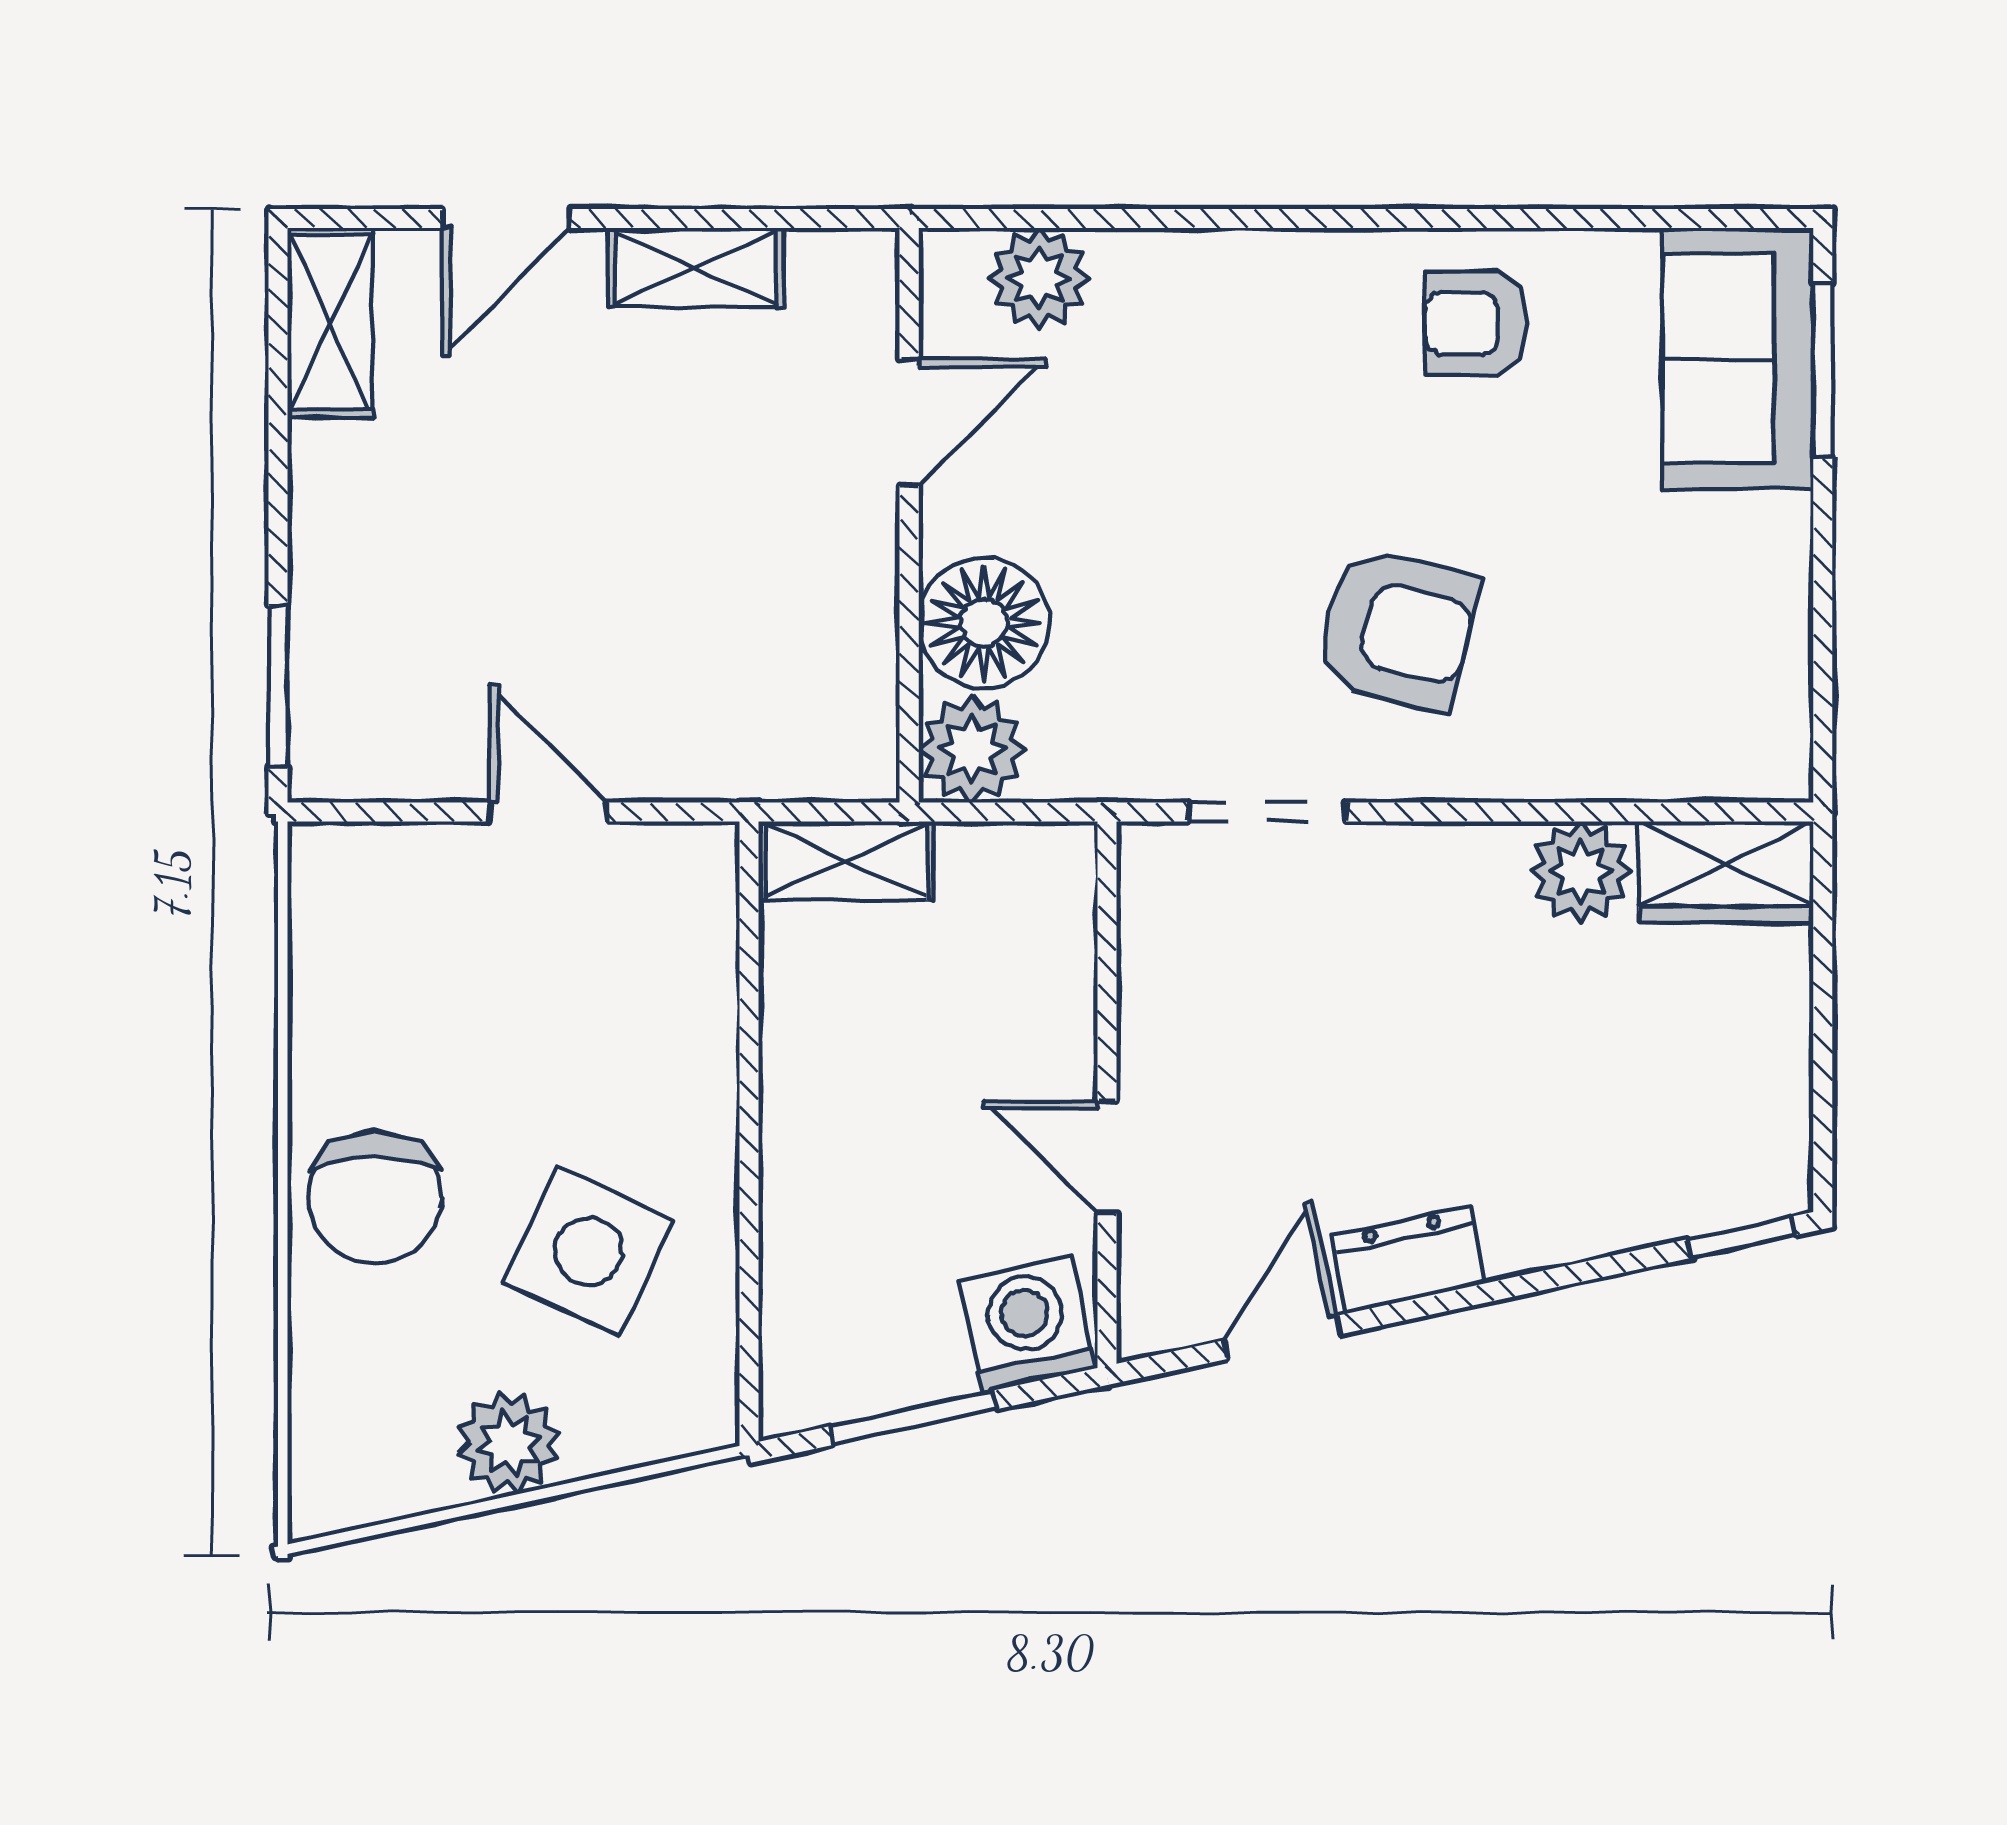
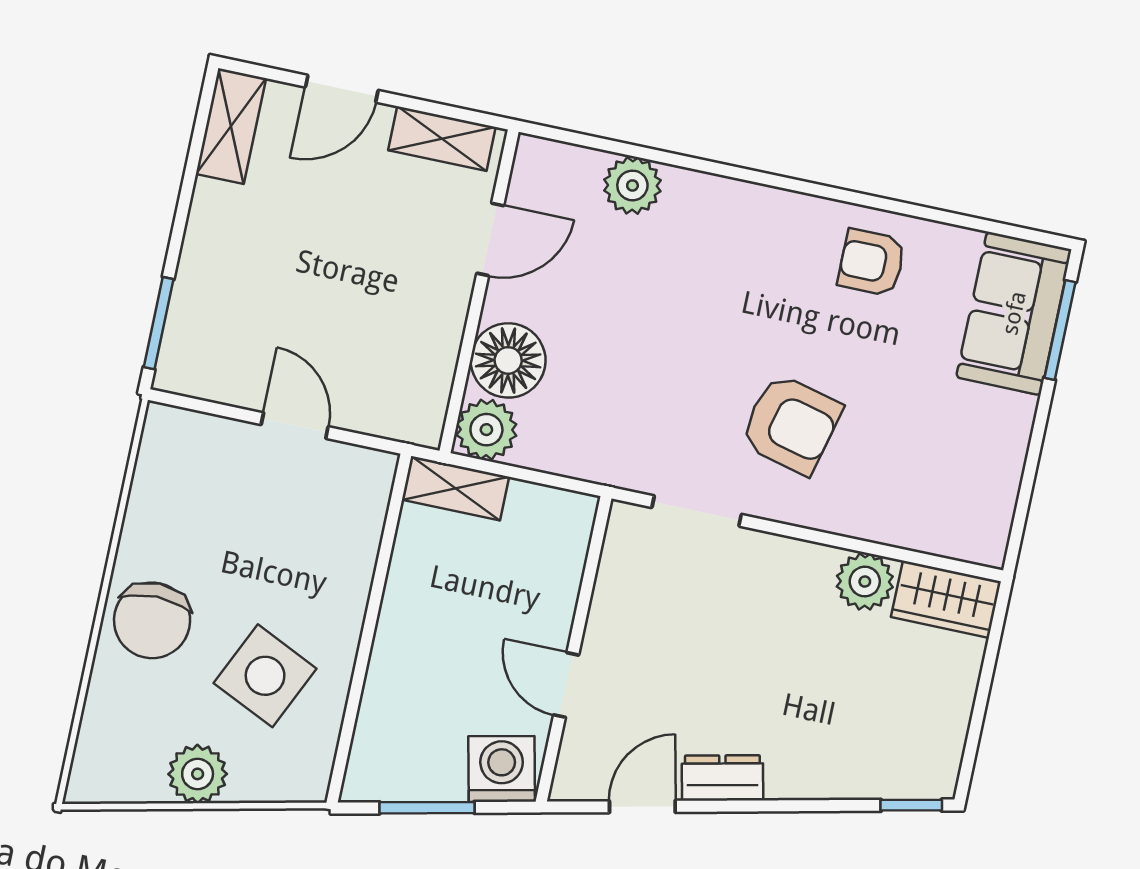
door: (909, 422) -> (490, 239), moved
wall: (909, 515) -> (479, 291), moved
floor lamp: (984, 623) -> (508, 360), moved
plant: (972, 749) -> (486, 430), moved

